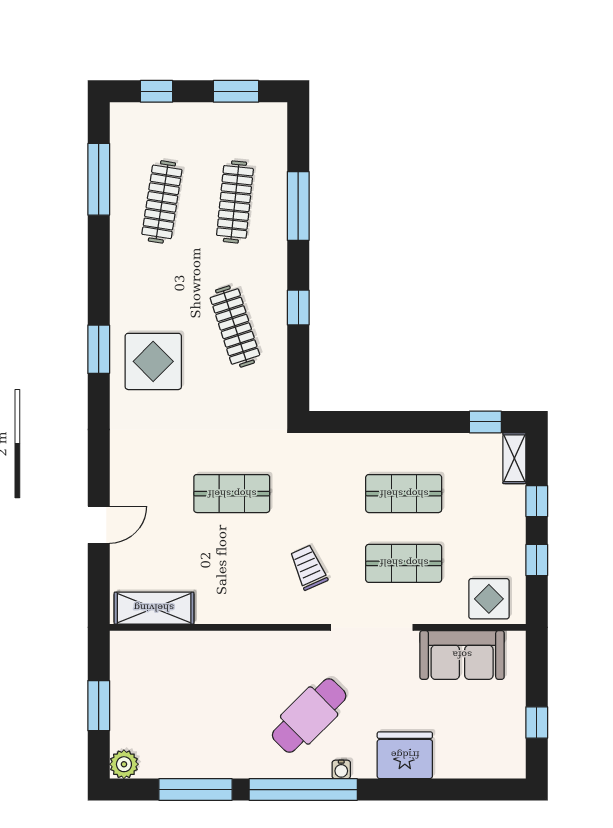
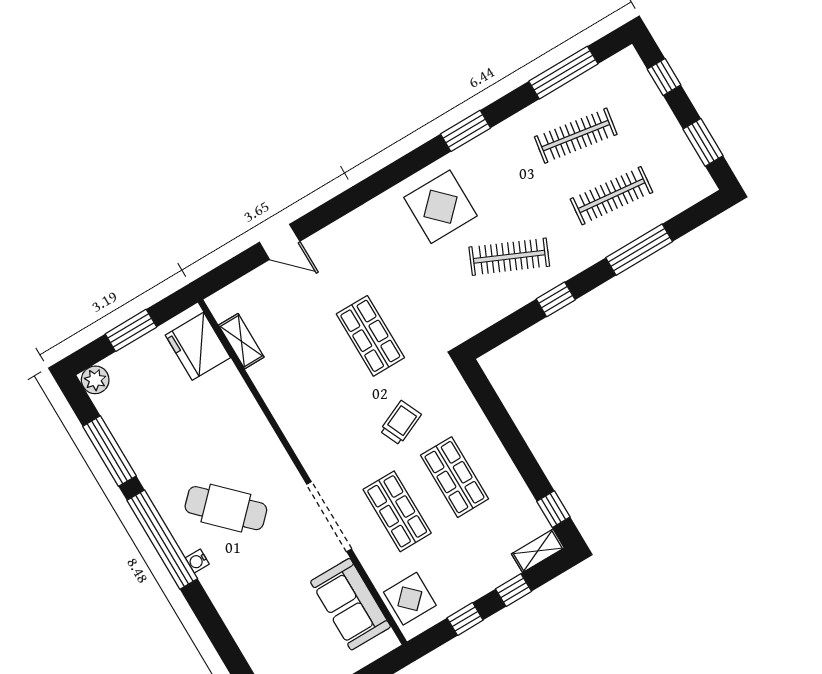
clothes rail: (235, 326) -> (509, 257), turned 42
window: (99, 349) -> (465, 131), moved
trolley: (308, 568) -> (401, 423), moved
shelving: (154, 608) -> (241, 341), width x0.67, depth x0.75
fridge: (405, 755) -> (198, 346), moved, turned 180

